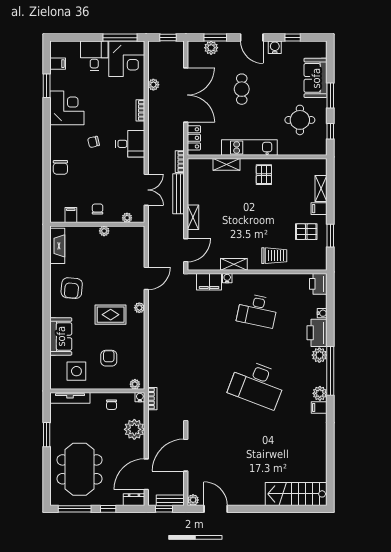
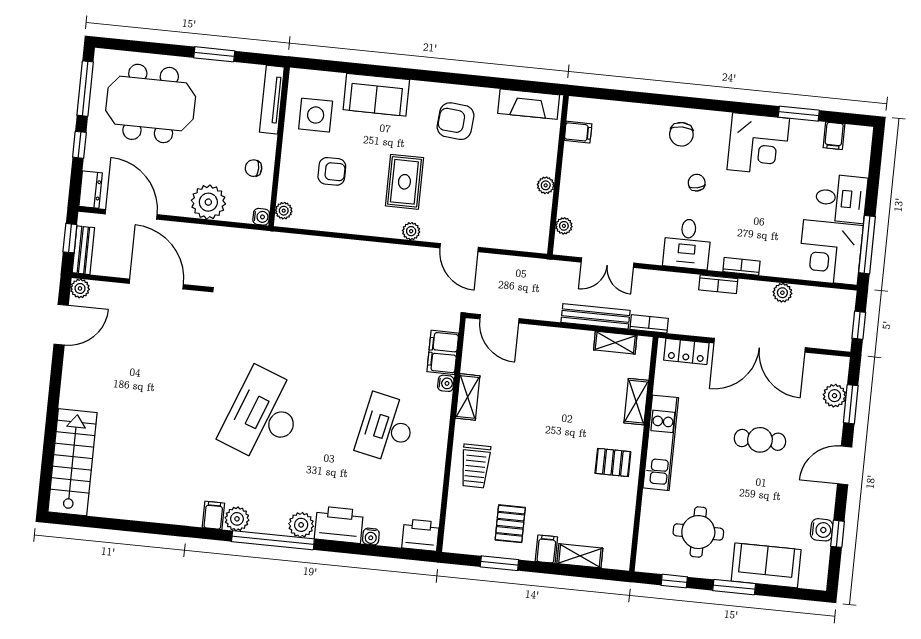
water cooler: (275, 47) -> (822, 530), moved
chair: (60, 167) -> (681, 134), moved, turned -90
chair: (98, 209) -> (583, 178), removed
shelving: (193, 217) -> (615, 343), moved
bookcase: (152, 399) -> (718, 284), moved

